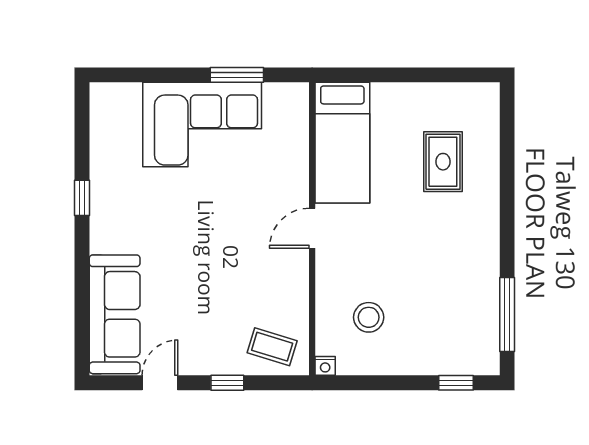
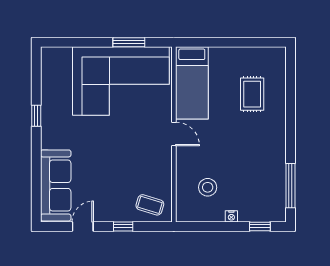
corner sofa: (202, 125) -> (121, 81), width x1.36, depth x1.36
door: (312, 228) -> (174, 134), swing flipped
nightstand: (325, 366) -> (231, 216), moved

